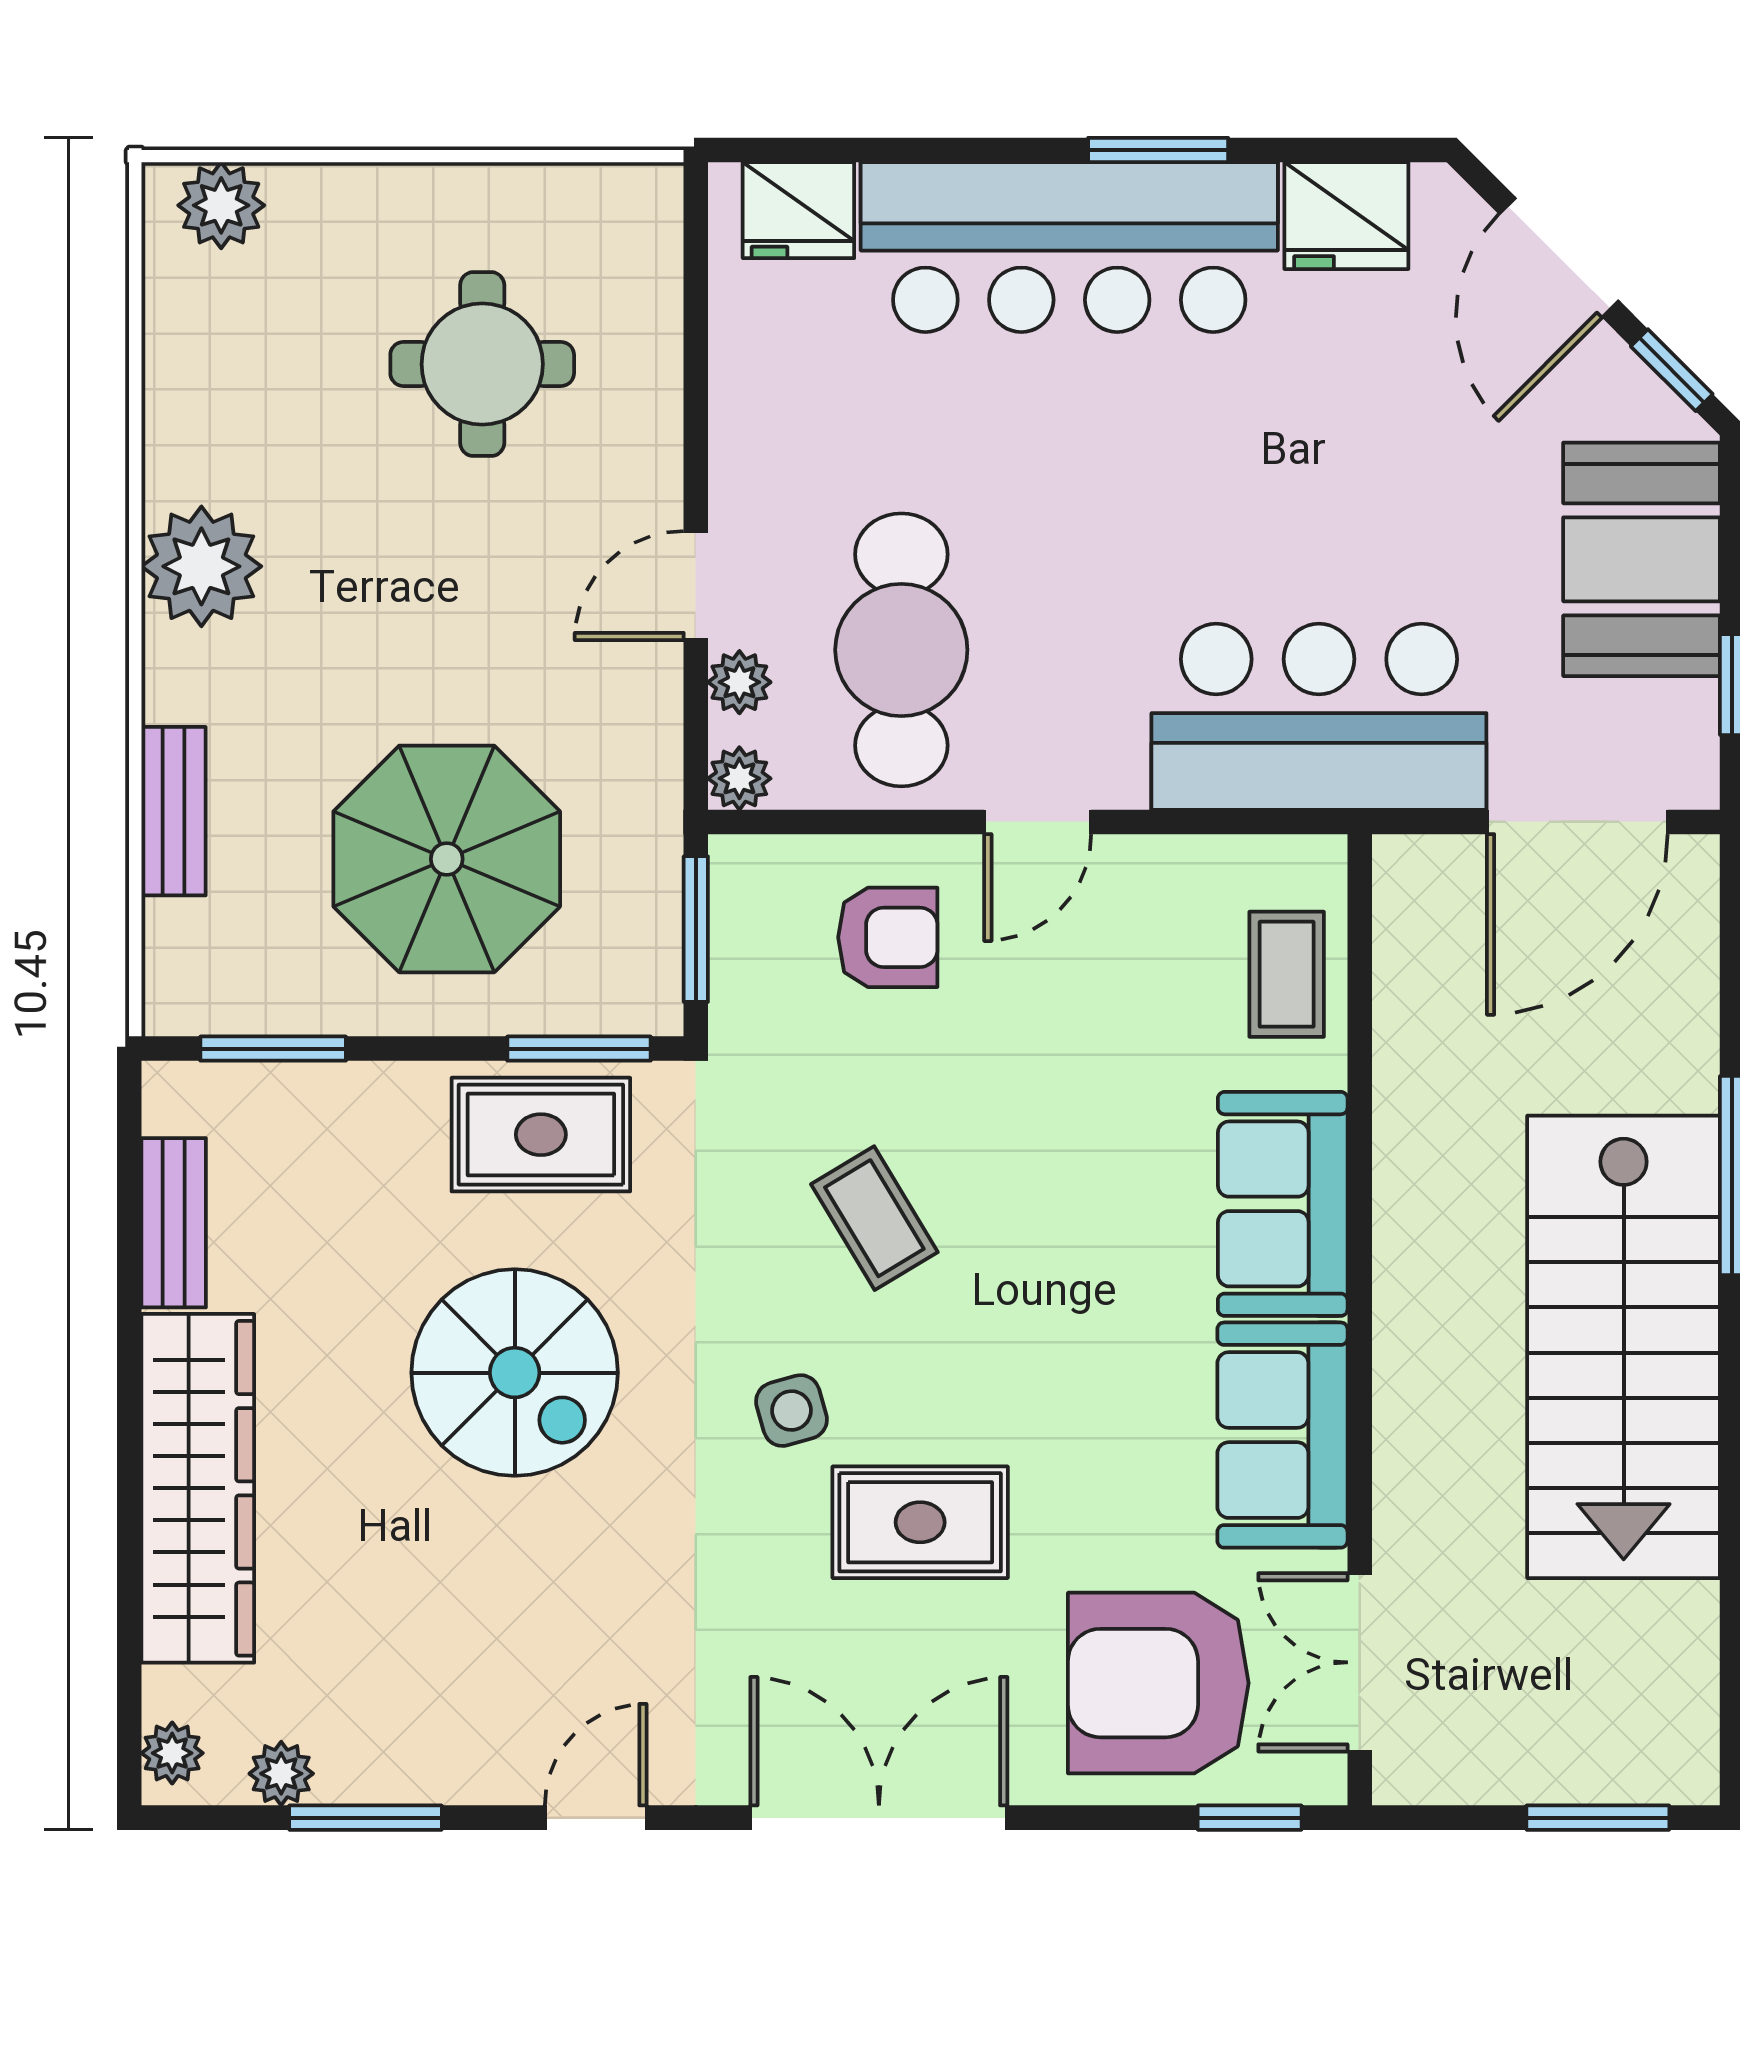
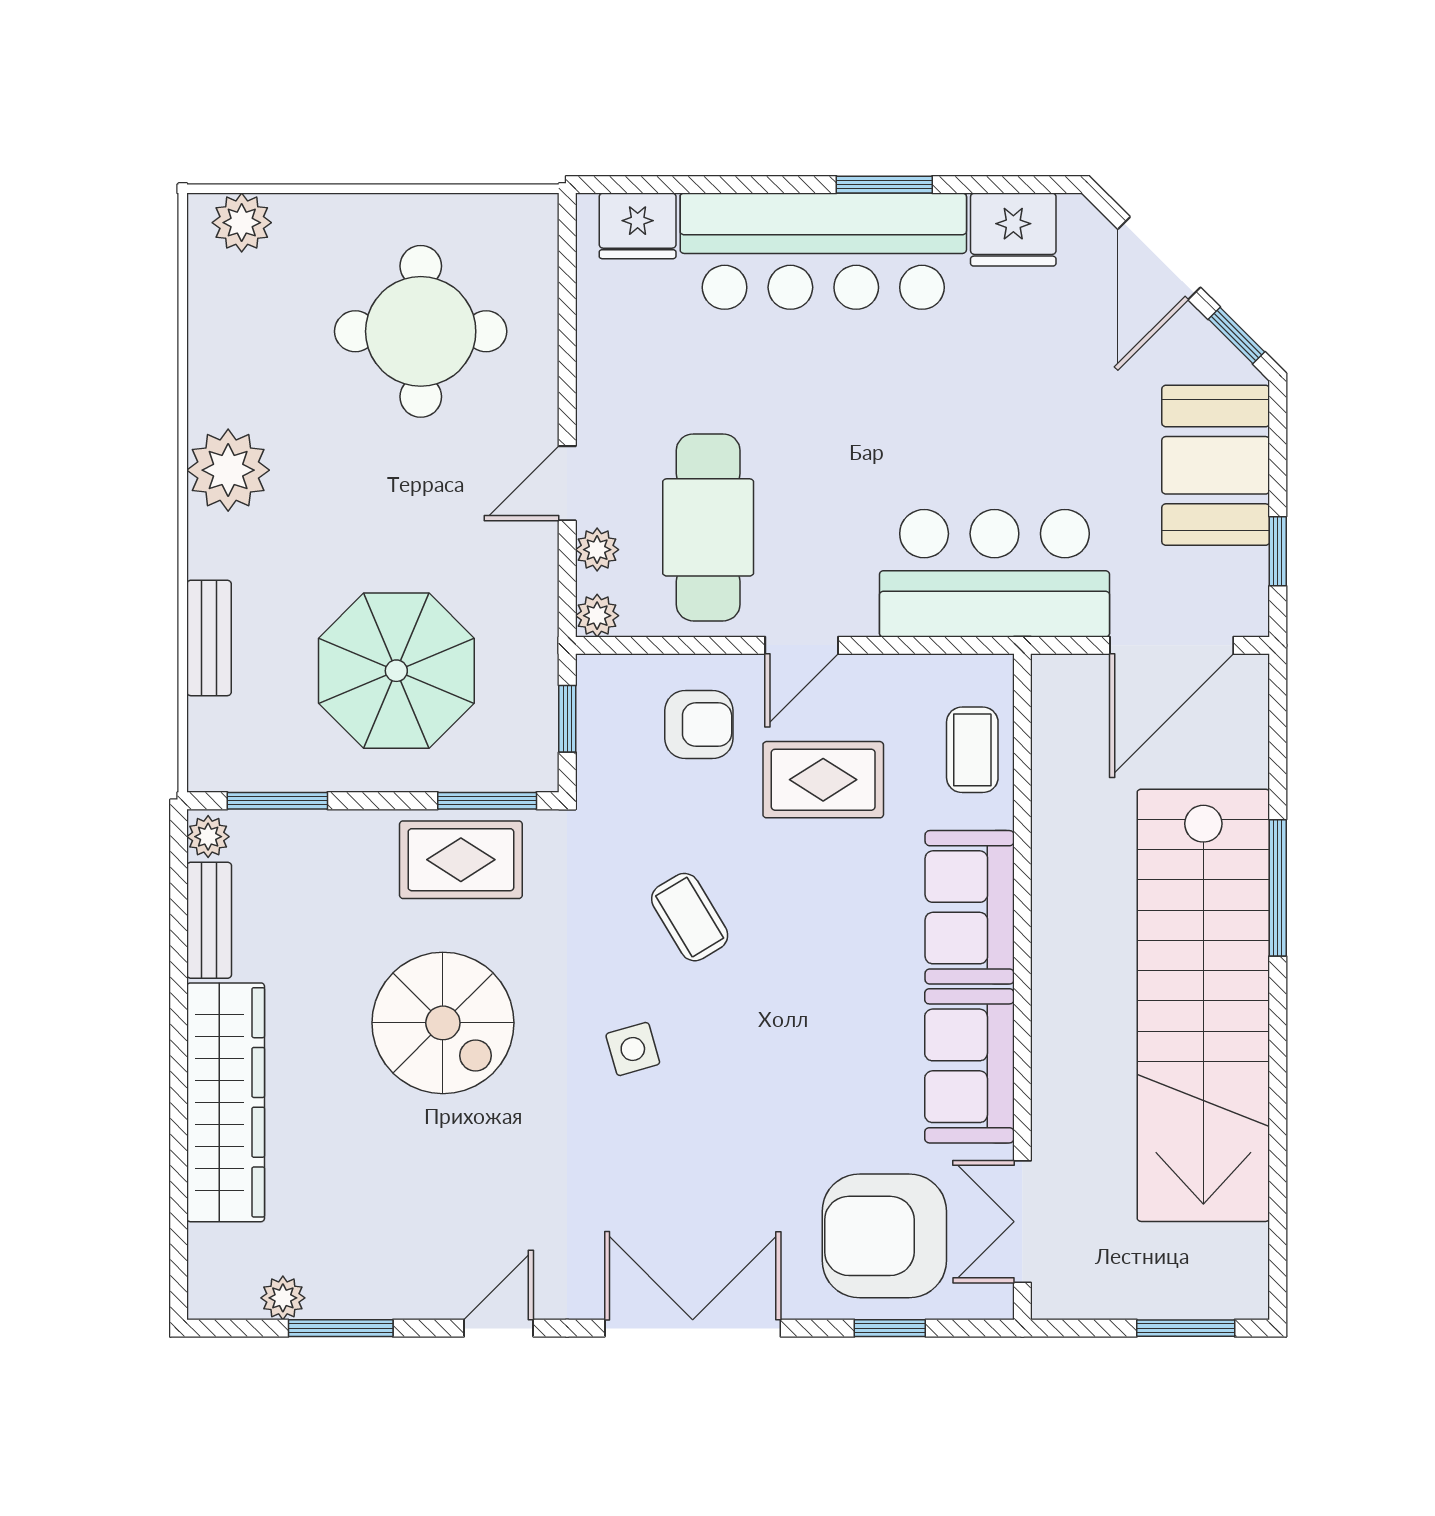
round table: (482, 364) -> (421, 331), width x1.36, depth x1.36
window: (696, 929) -> (567, 719), width x0.67
stairs: (1624, 1347) -> (1203, 1005), width x1.36
rug: (920, 1522) -> (823, 780), moved
plant: (172, 1753) -> (208, 837), moved
window: (1250, 1818) -> (890, 1328), moved

